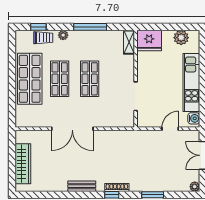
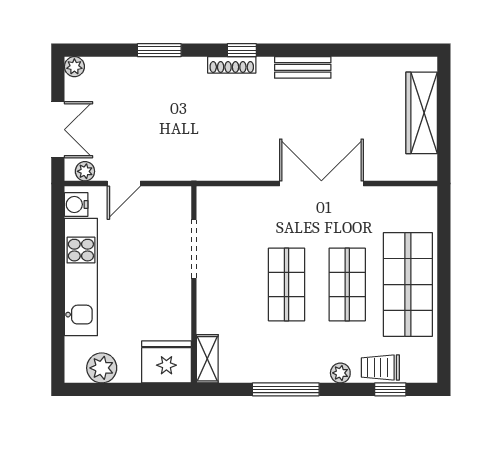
plant: (189, 135) -> (85, 171), added

